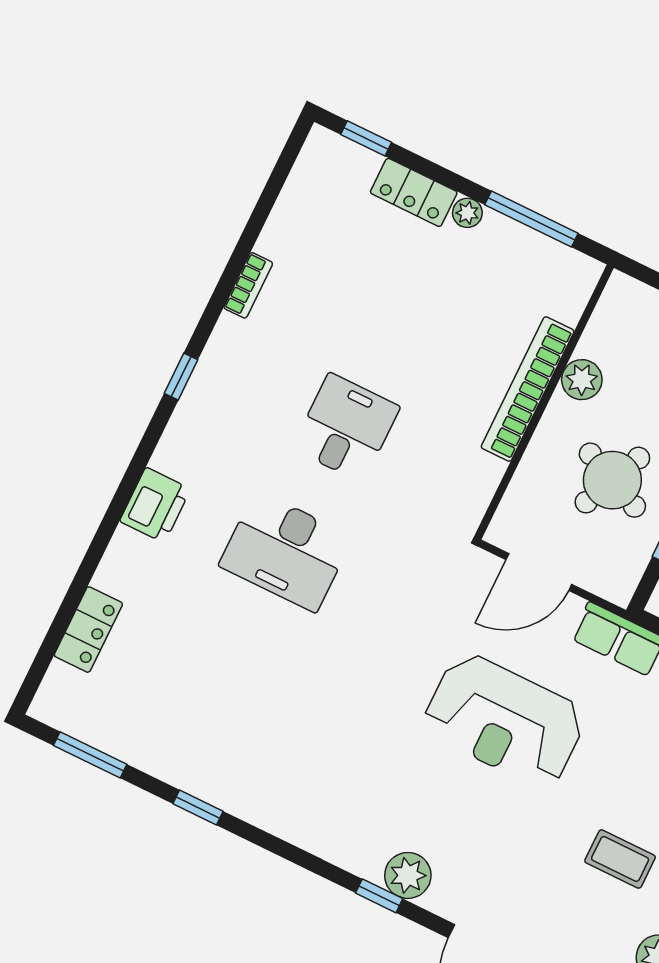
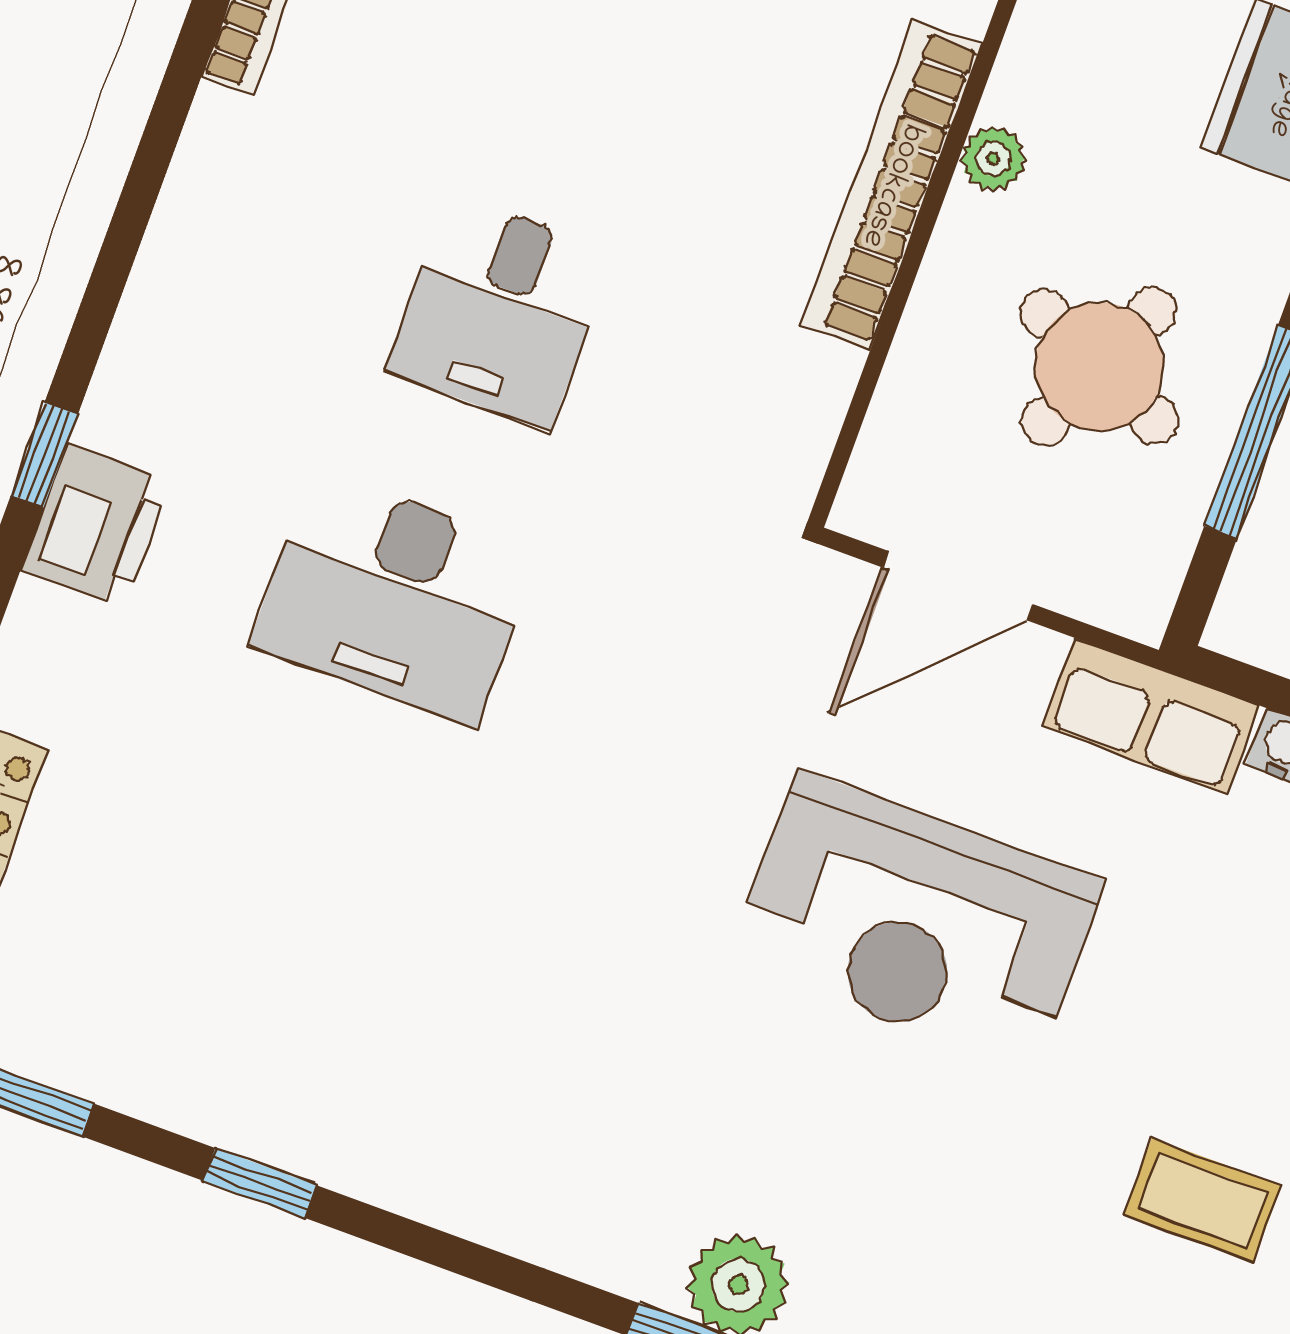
window: (181, 377) -> (44, 455), moved
plant: (582, 380) -> (993, 159), width x0.73, depth x0.73
desk: (346, 428) -> (500, 311), turned 180

